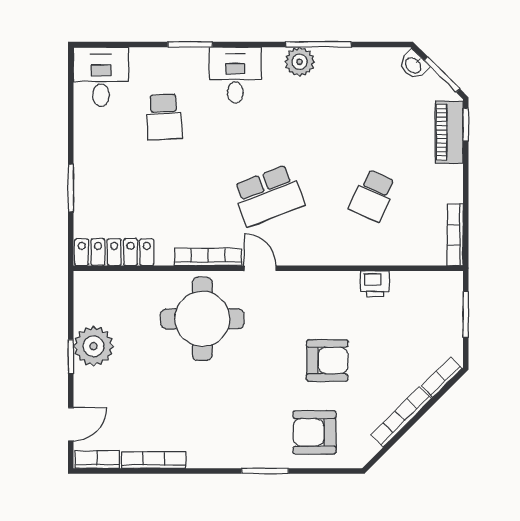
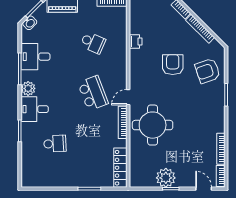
plant: (300, 62) -> (28, 88), moved
desk: (101, 77) -> (35, 57), moved
armchair: (315, 432) -> (208, 71), turned 71

